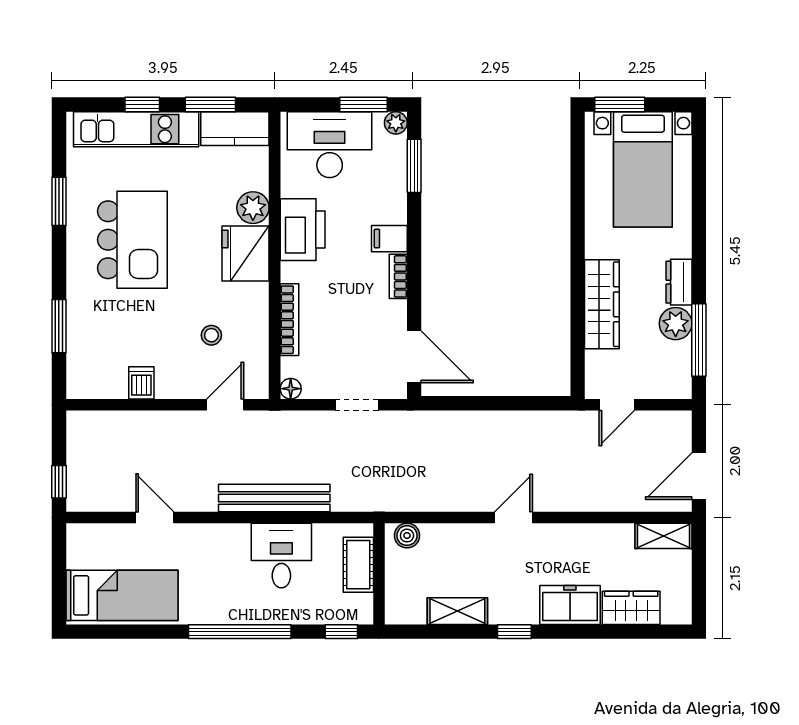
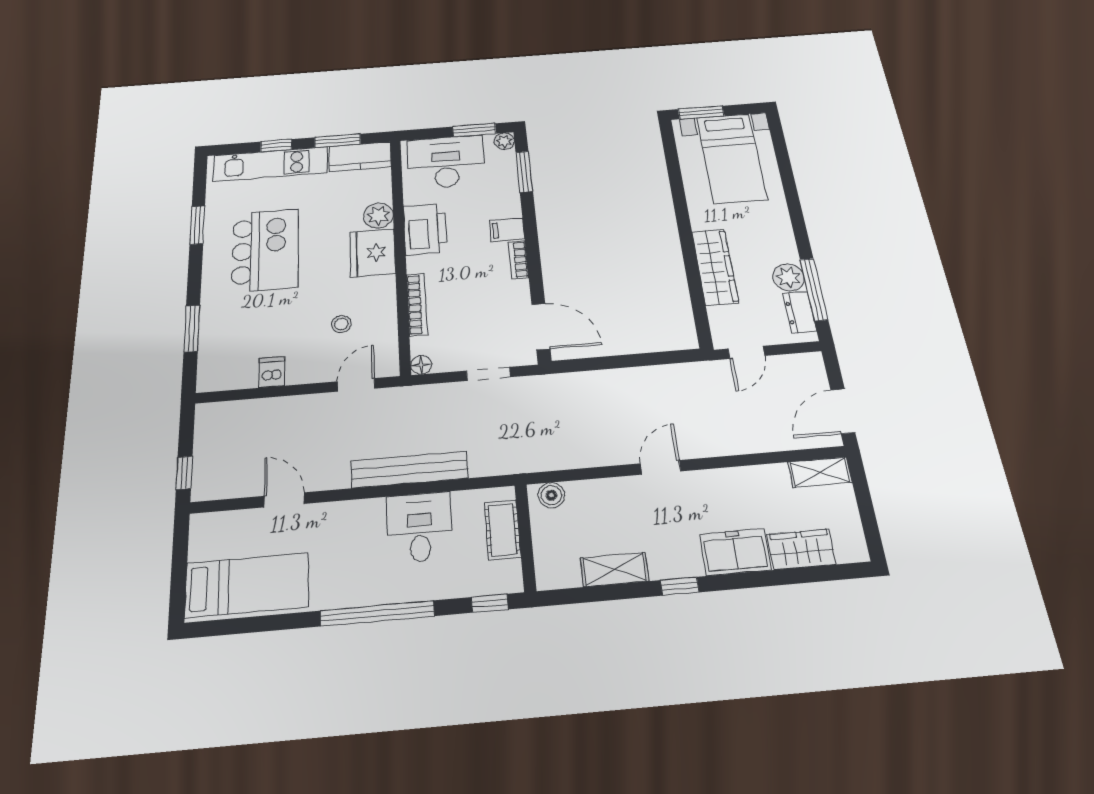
dresser: (679, 282) -> (800, 312), moved

